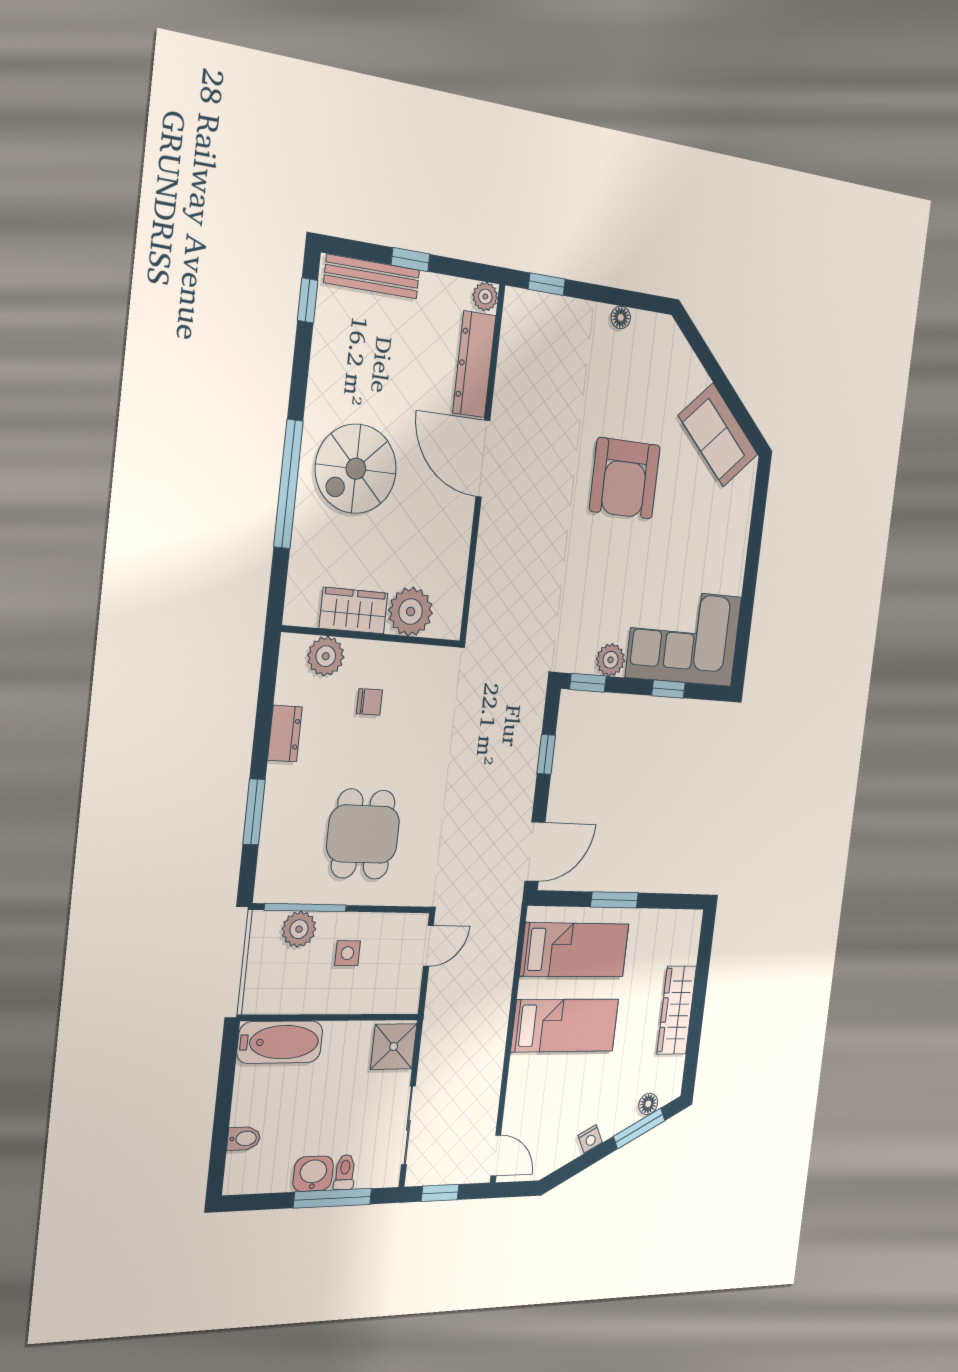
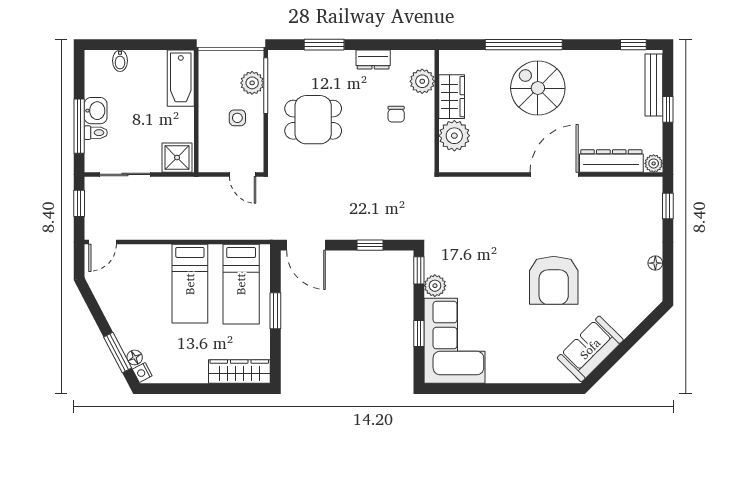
armchair: (625, 478) -> (554, 280), turned -90
wardrobe: (677, 1010) -> (239, 371), moved
nightstand: (590, 1139) -> (142, 373), moved

